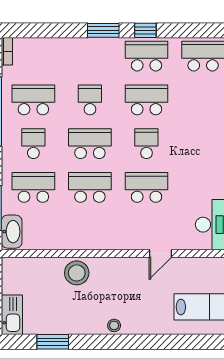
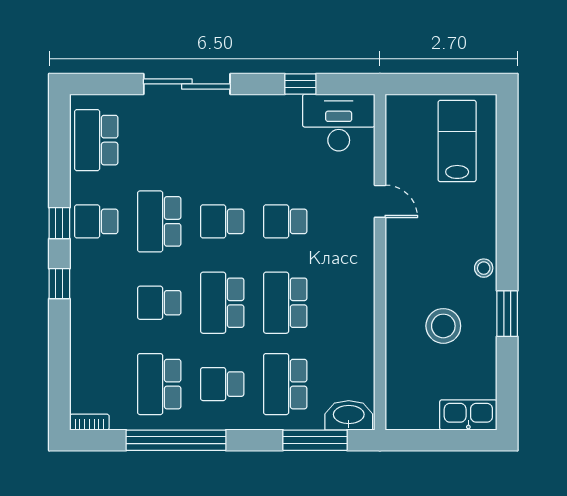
window: (103, 30) -> (59, 284), width x0.67
school desk: (146, 56) -> (96, 221), width x0.54
school desk: (146, 187) -> (285, 221), width x0.54
stool: (77, 273) -> (443, 326), moved
window: (53, 342) -> (507, 314), moved

